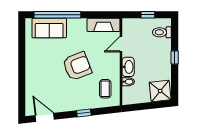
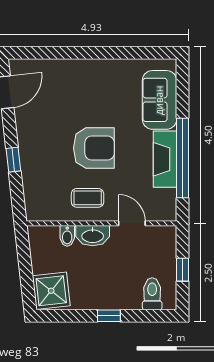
window: (57, 15) -> (182, 158), moved
fireplace: (103, 25) -> (165, 159), moved
armchair: (77, 66) -> (94, 148), turned -69
coffee table: (105, 89) -> (88, 198), moved

